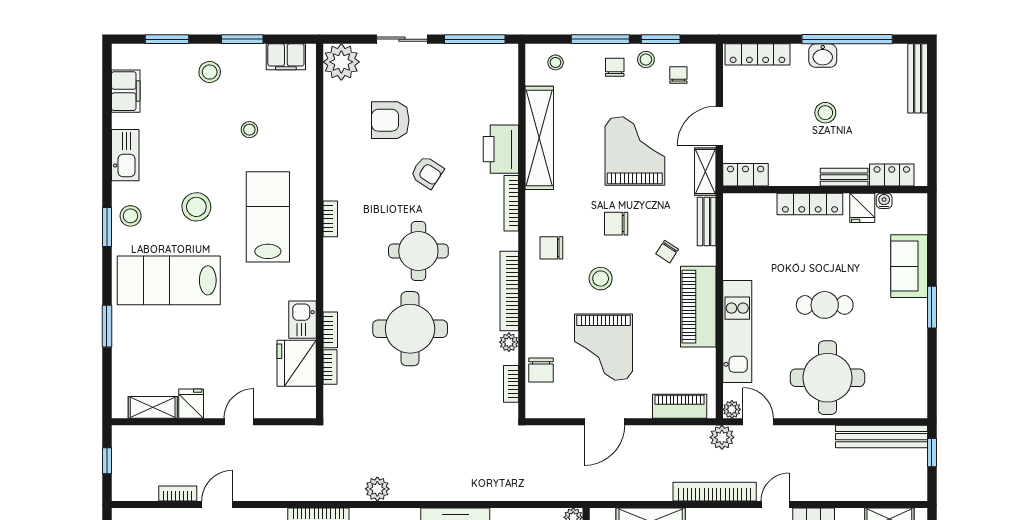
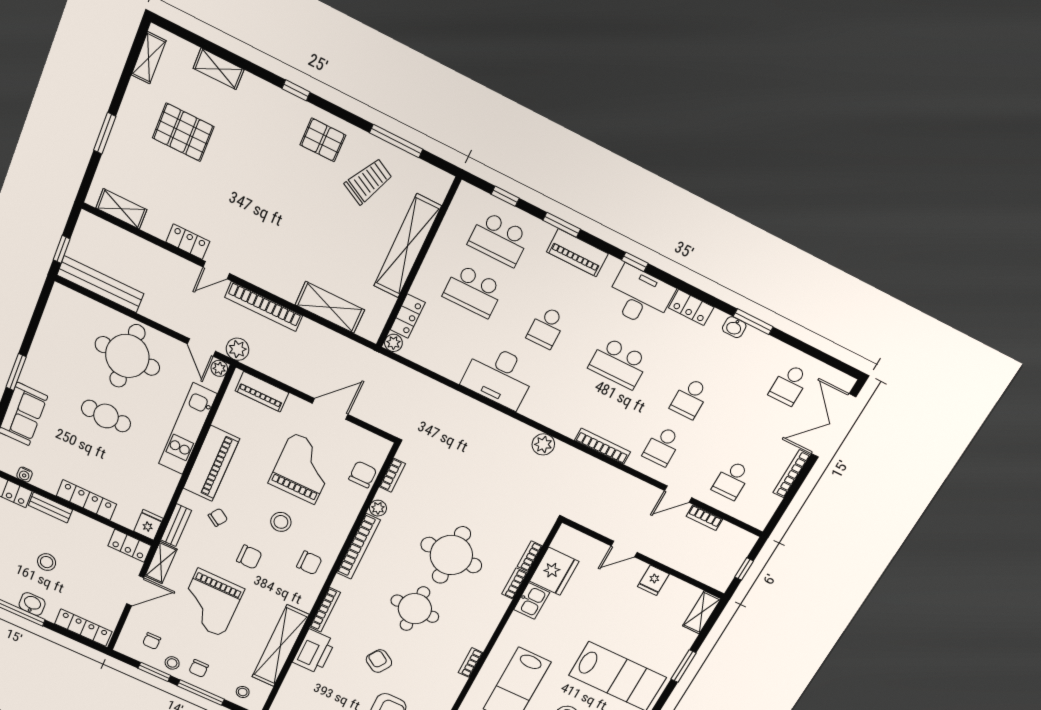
fridge: (862, 208) -> (148, 525), moved
shelving: (153, 407) -> (702, 612), moved, turned 90

